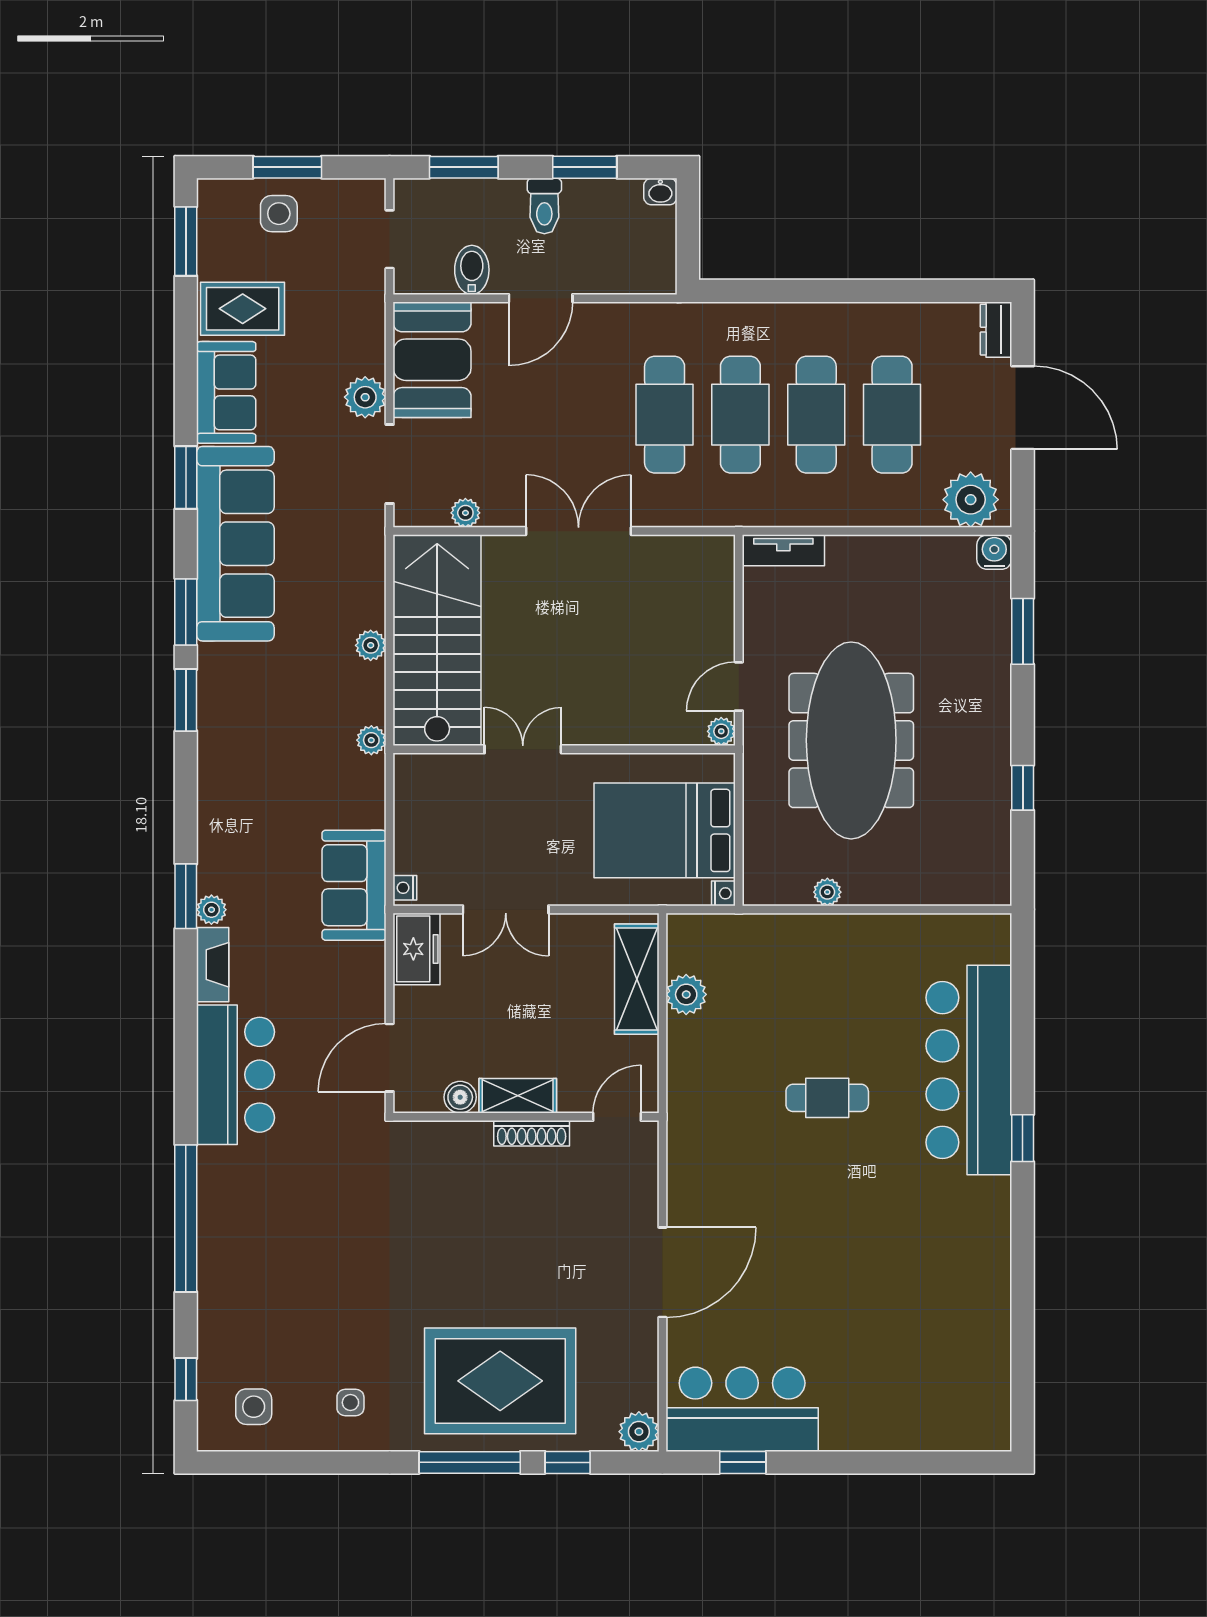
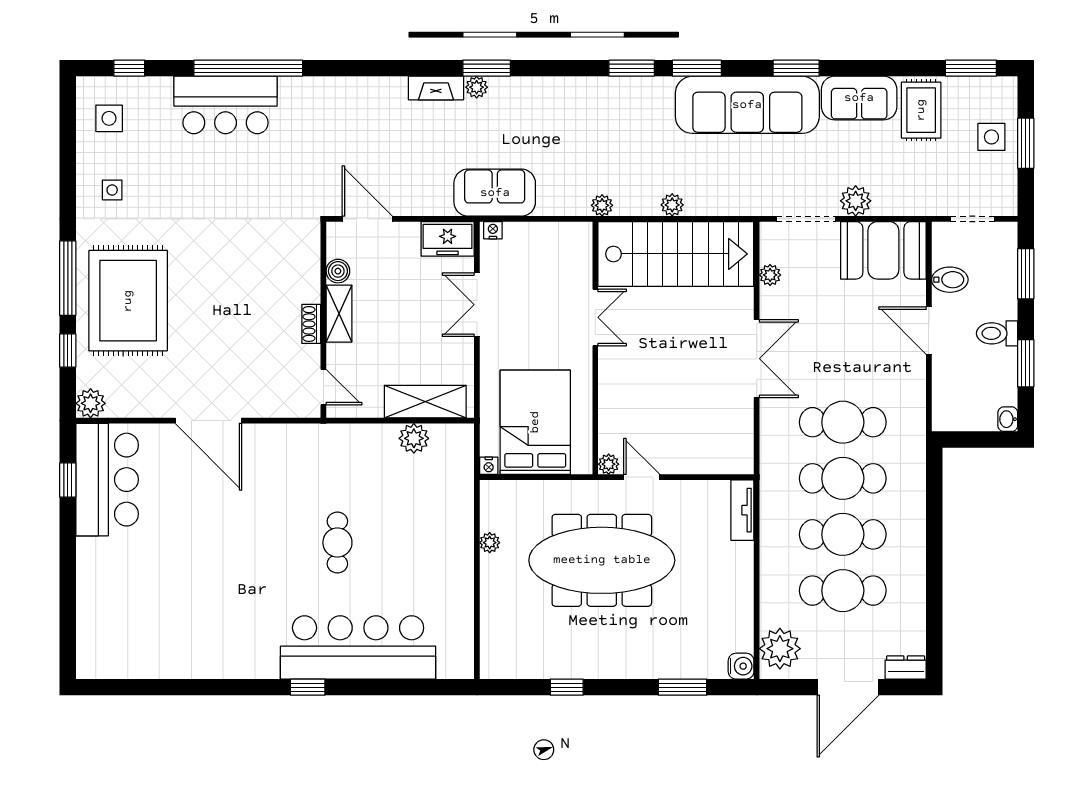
bar counter: (236, 1075) -> (226, 105), moved
shoe rack: (532, 1133) -> (311, 324), width x0.70

